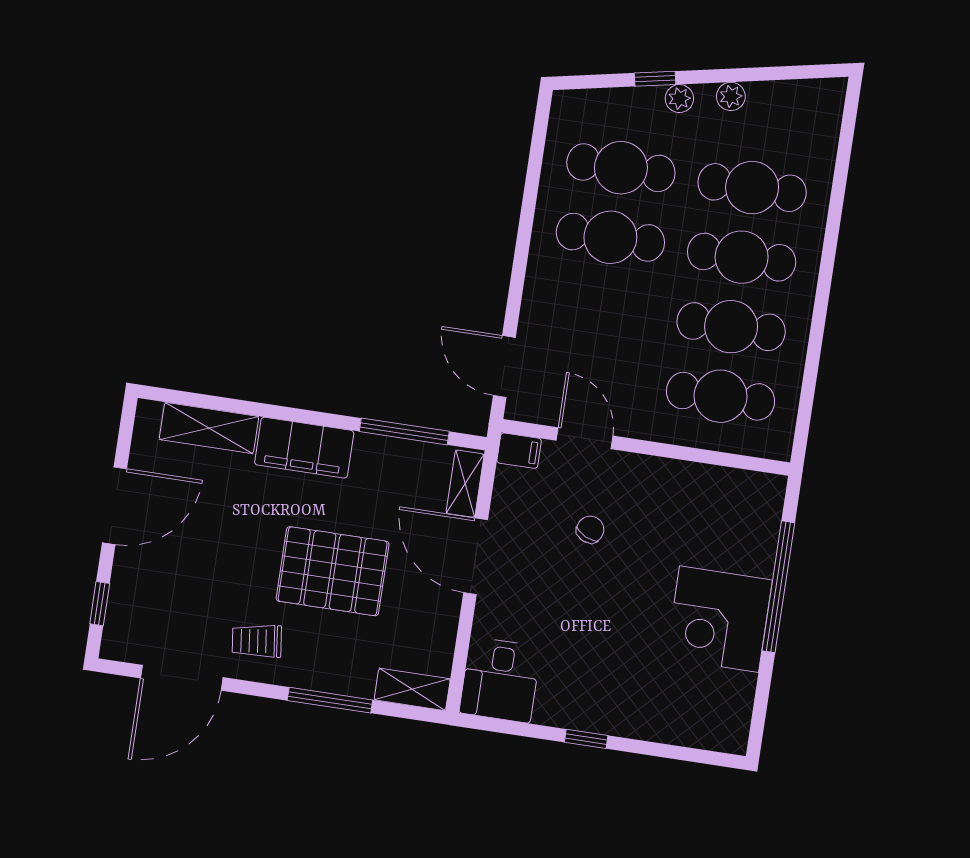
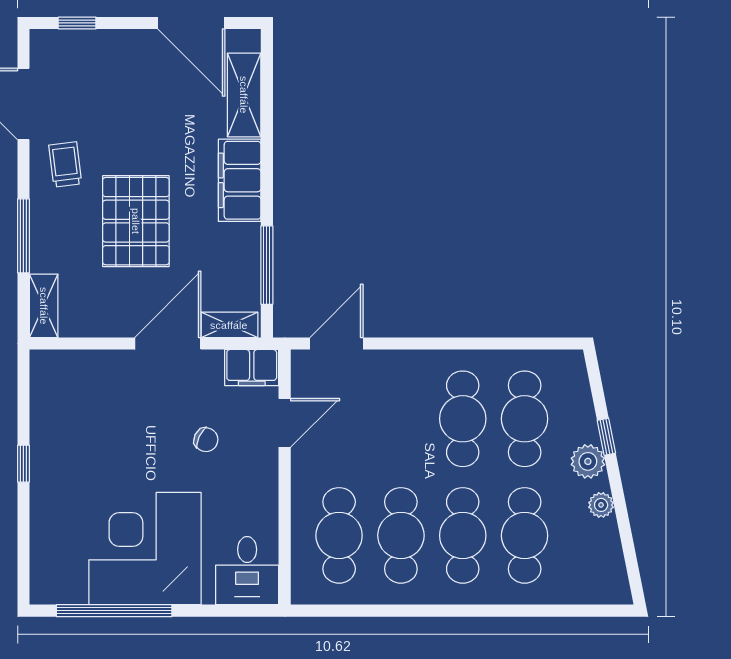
plant: (679, 99) -> (588, 461), width x1.38, depth x1.38
filing cabinet: (519, 451) -> (252, 367), width x2.00
door: (115, 506) -> (191, 23), moved
window: (778, 587) -> (114, 611), moved
corner desk: (719, 619) -> (145, 549), width x1.36, depth x1.36
desk: (500, 680) -> (247, 571), moved, turned -90

